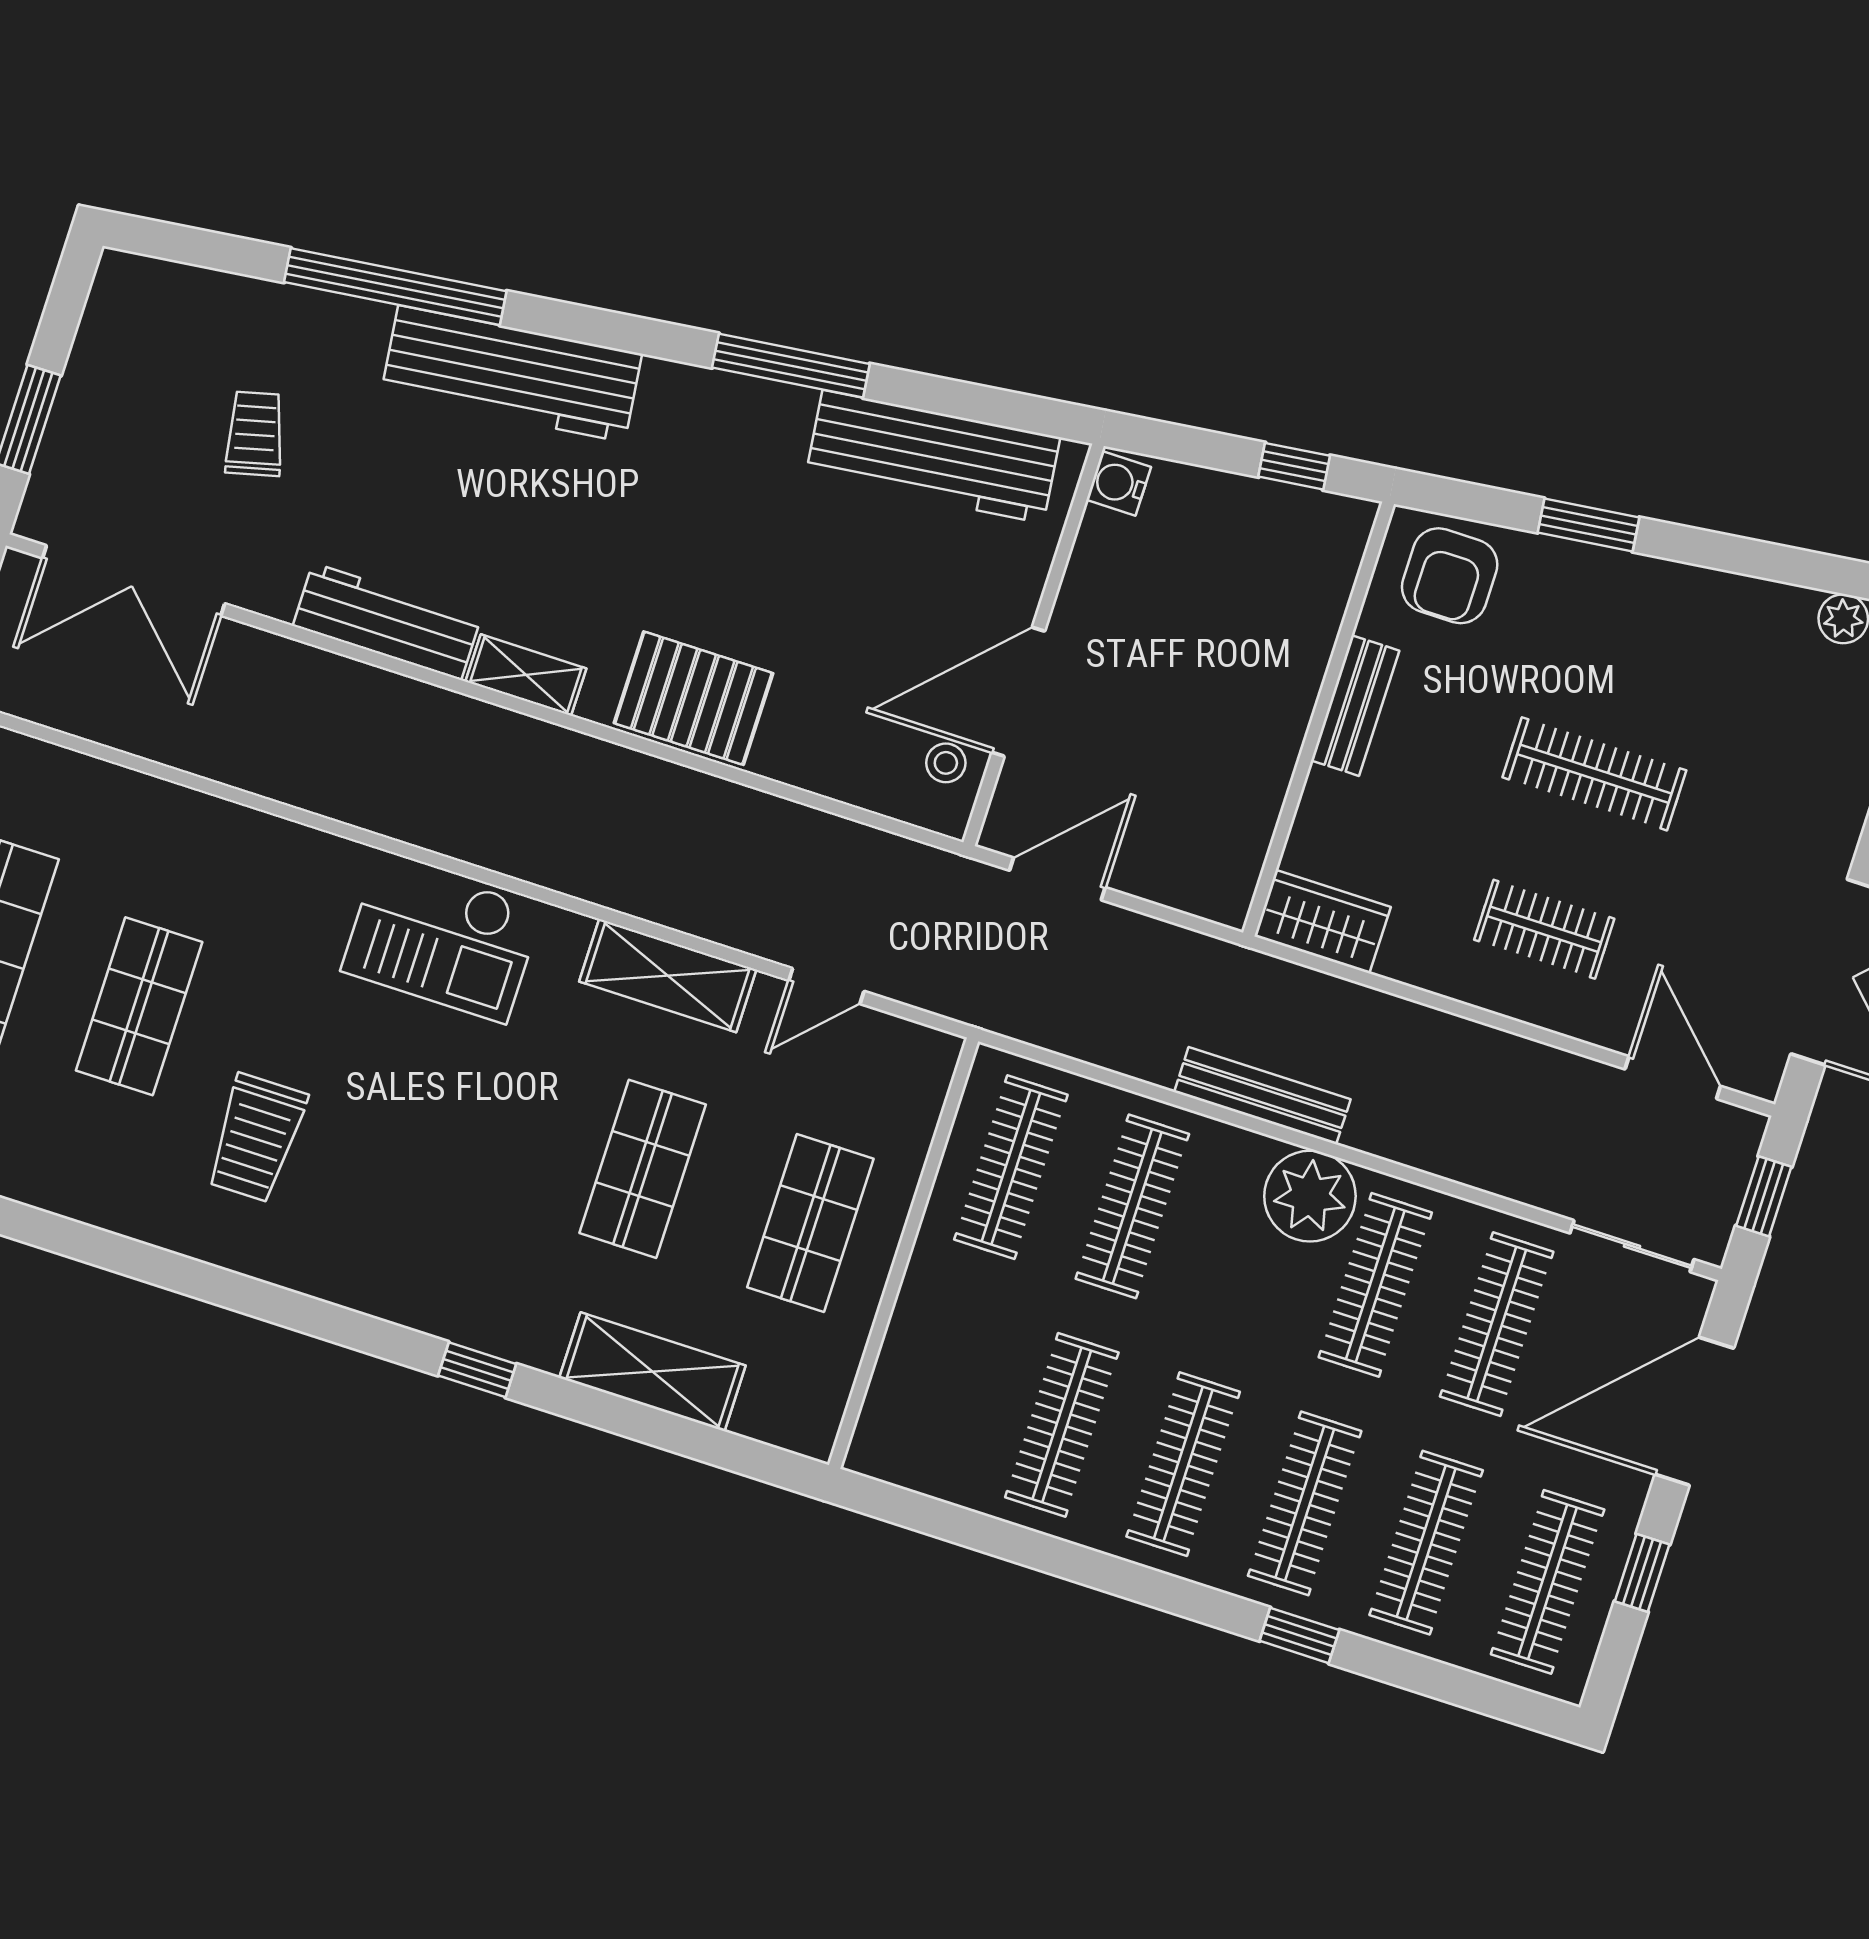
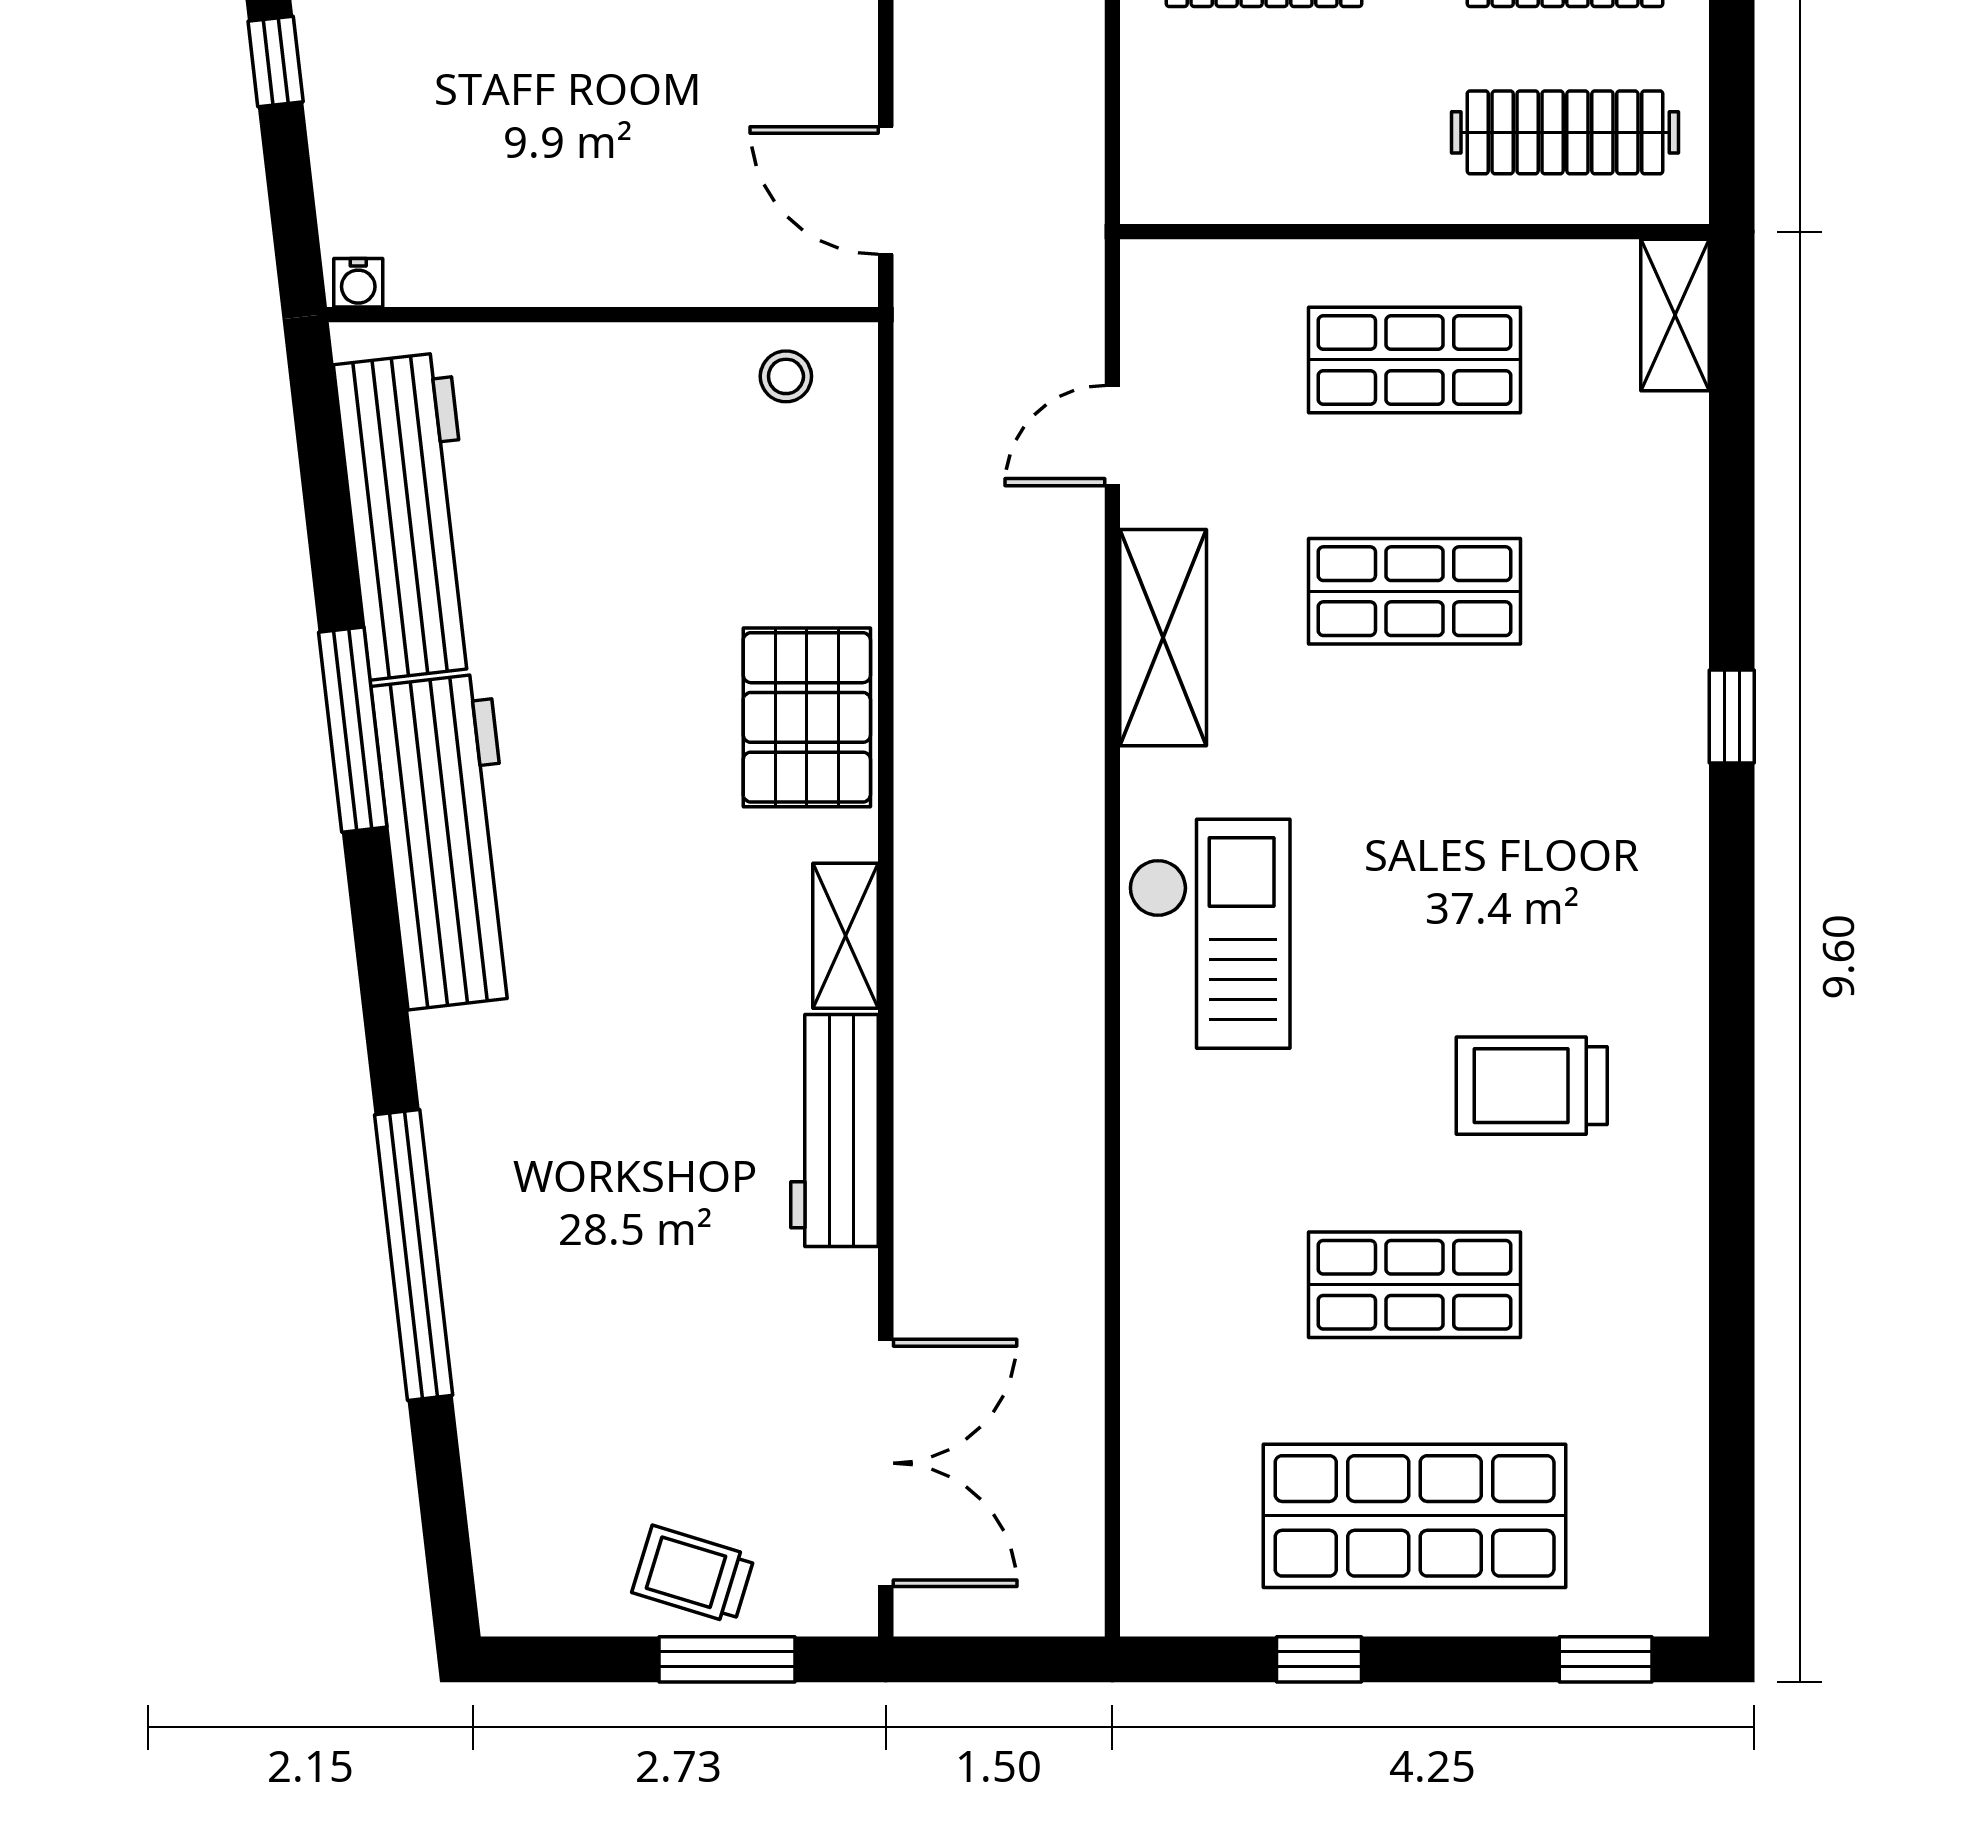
workbench: (511, 374) -> (448, 841), moved
trolley: (255, 434) -> (693, 1574), moved, turned 31
water cooler: (1119, 483) -> (358, 283), width x0.72, depth x0.72
door: (1018, 692) -> (668, 315), removed
door: (826, 986) -> (1112, 436), swing flipped
trolley: (256, 1138) -> (1532, 1086), turned 180
clothes rail: (1011, 1167) -> (1565, 132), moved
shelving: (652, 1372) -> (1675, 315), moved, width x0.67, depth x0.75

